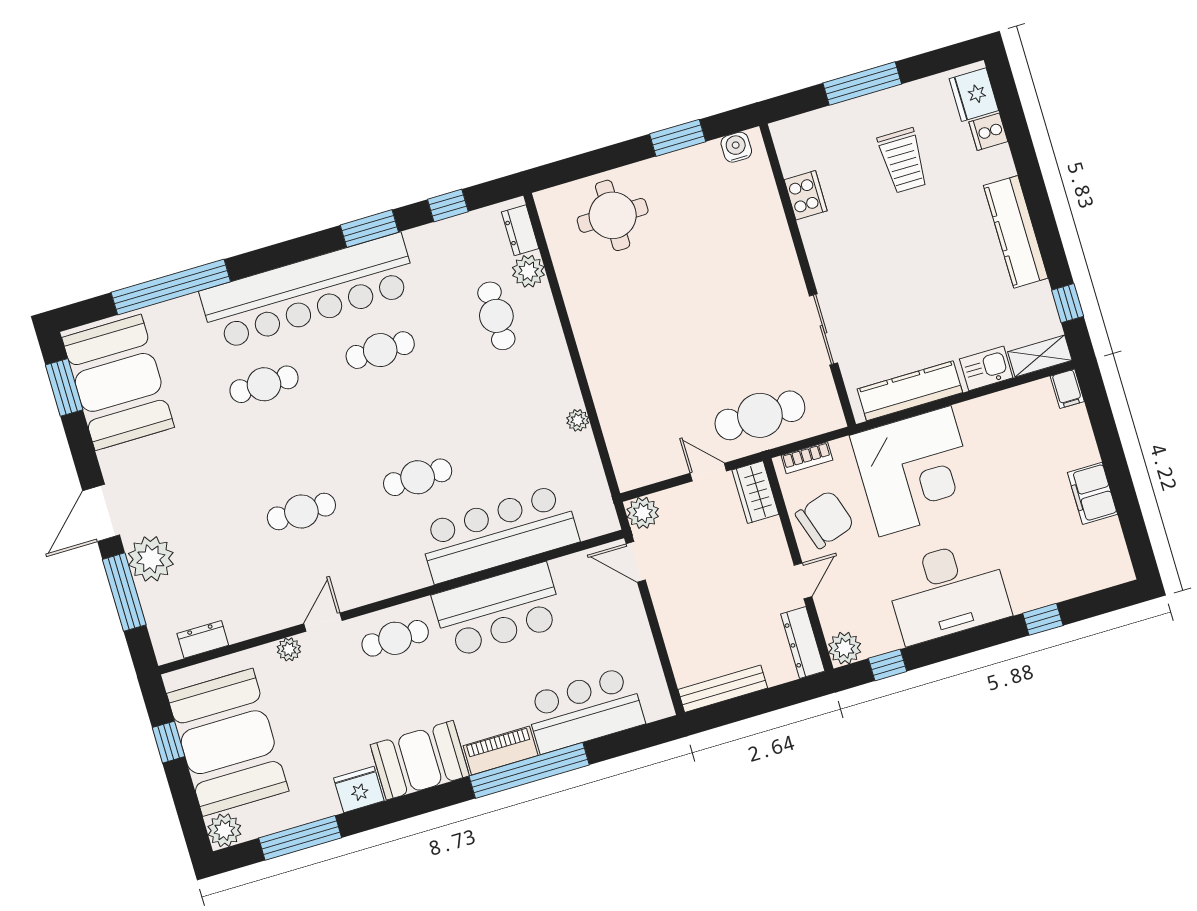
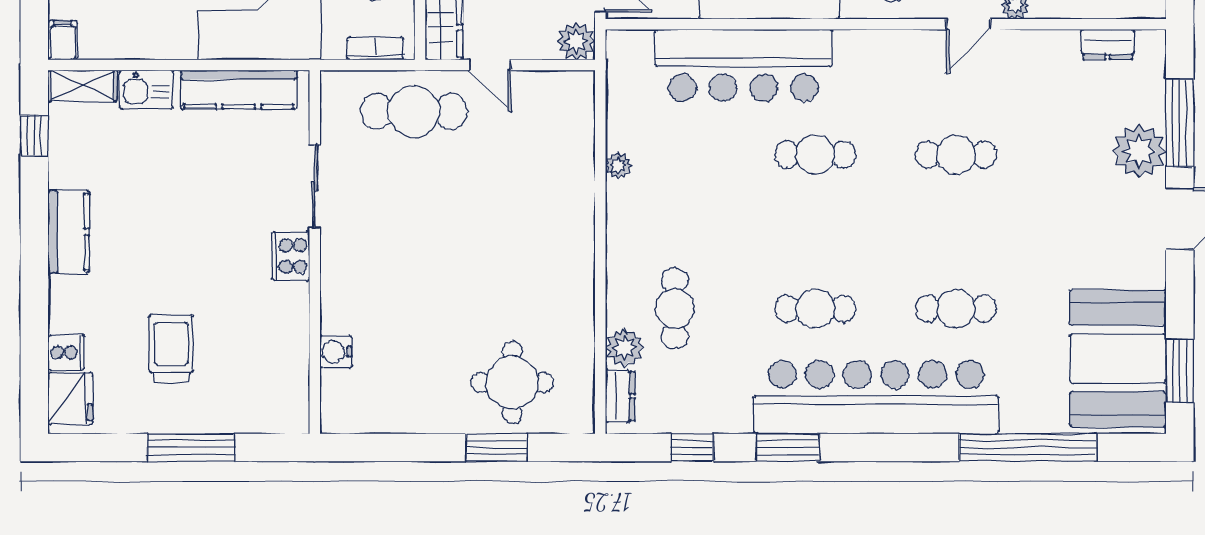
window: (678, 138) -> (497, 447), moved
water cooler: (736, 147) -> (336, 352), moved, turned 90
cooker: (806, 195) -> (291, 256), moved
kitchen counter: (1016, 232) -> (69, 232), width x0.67

